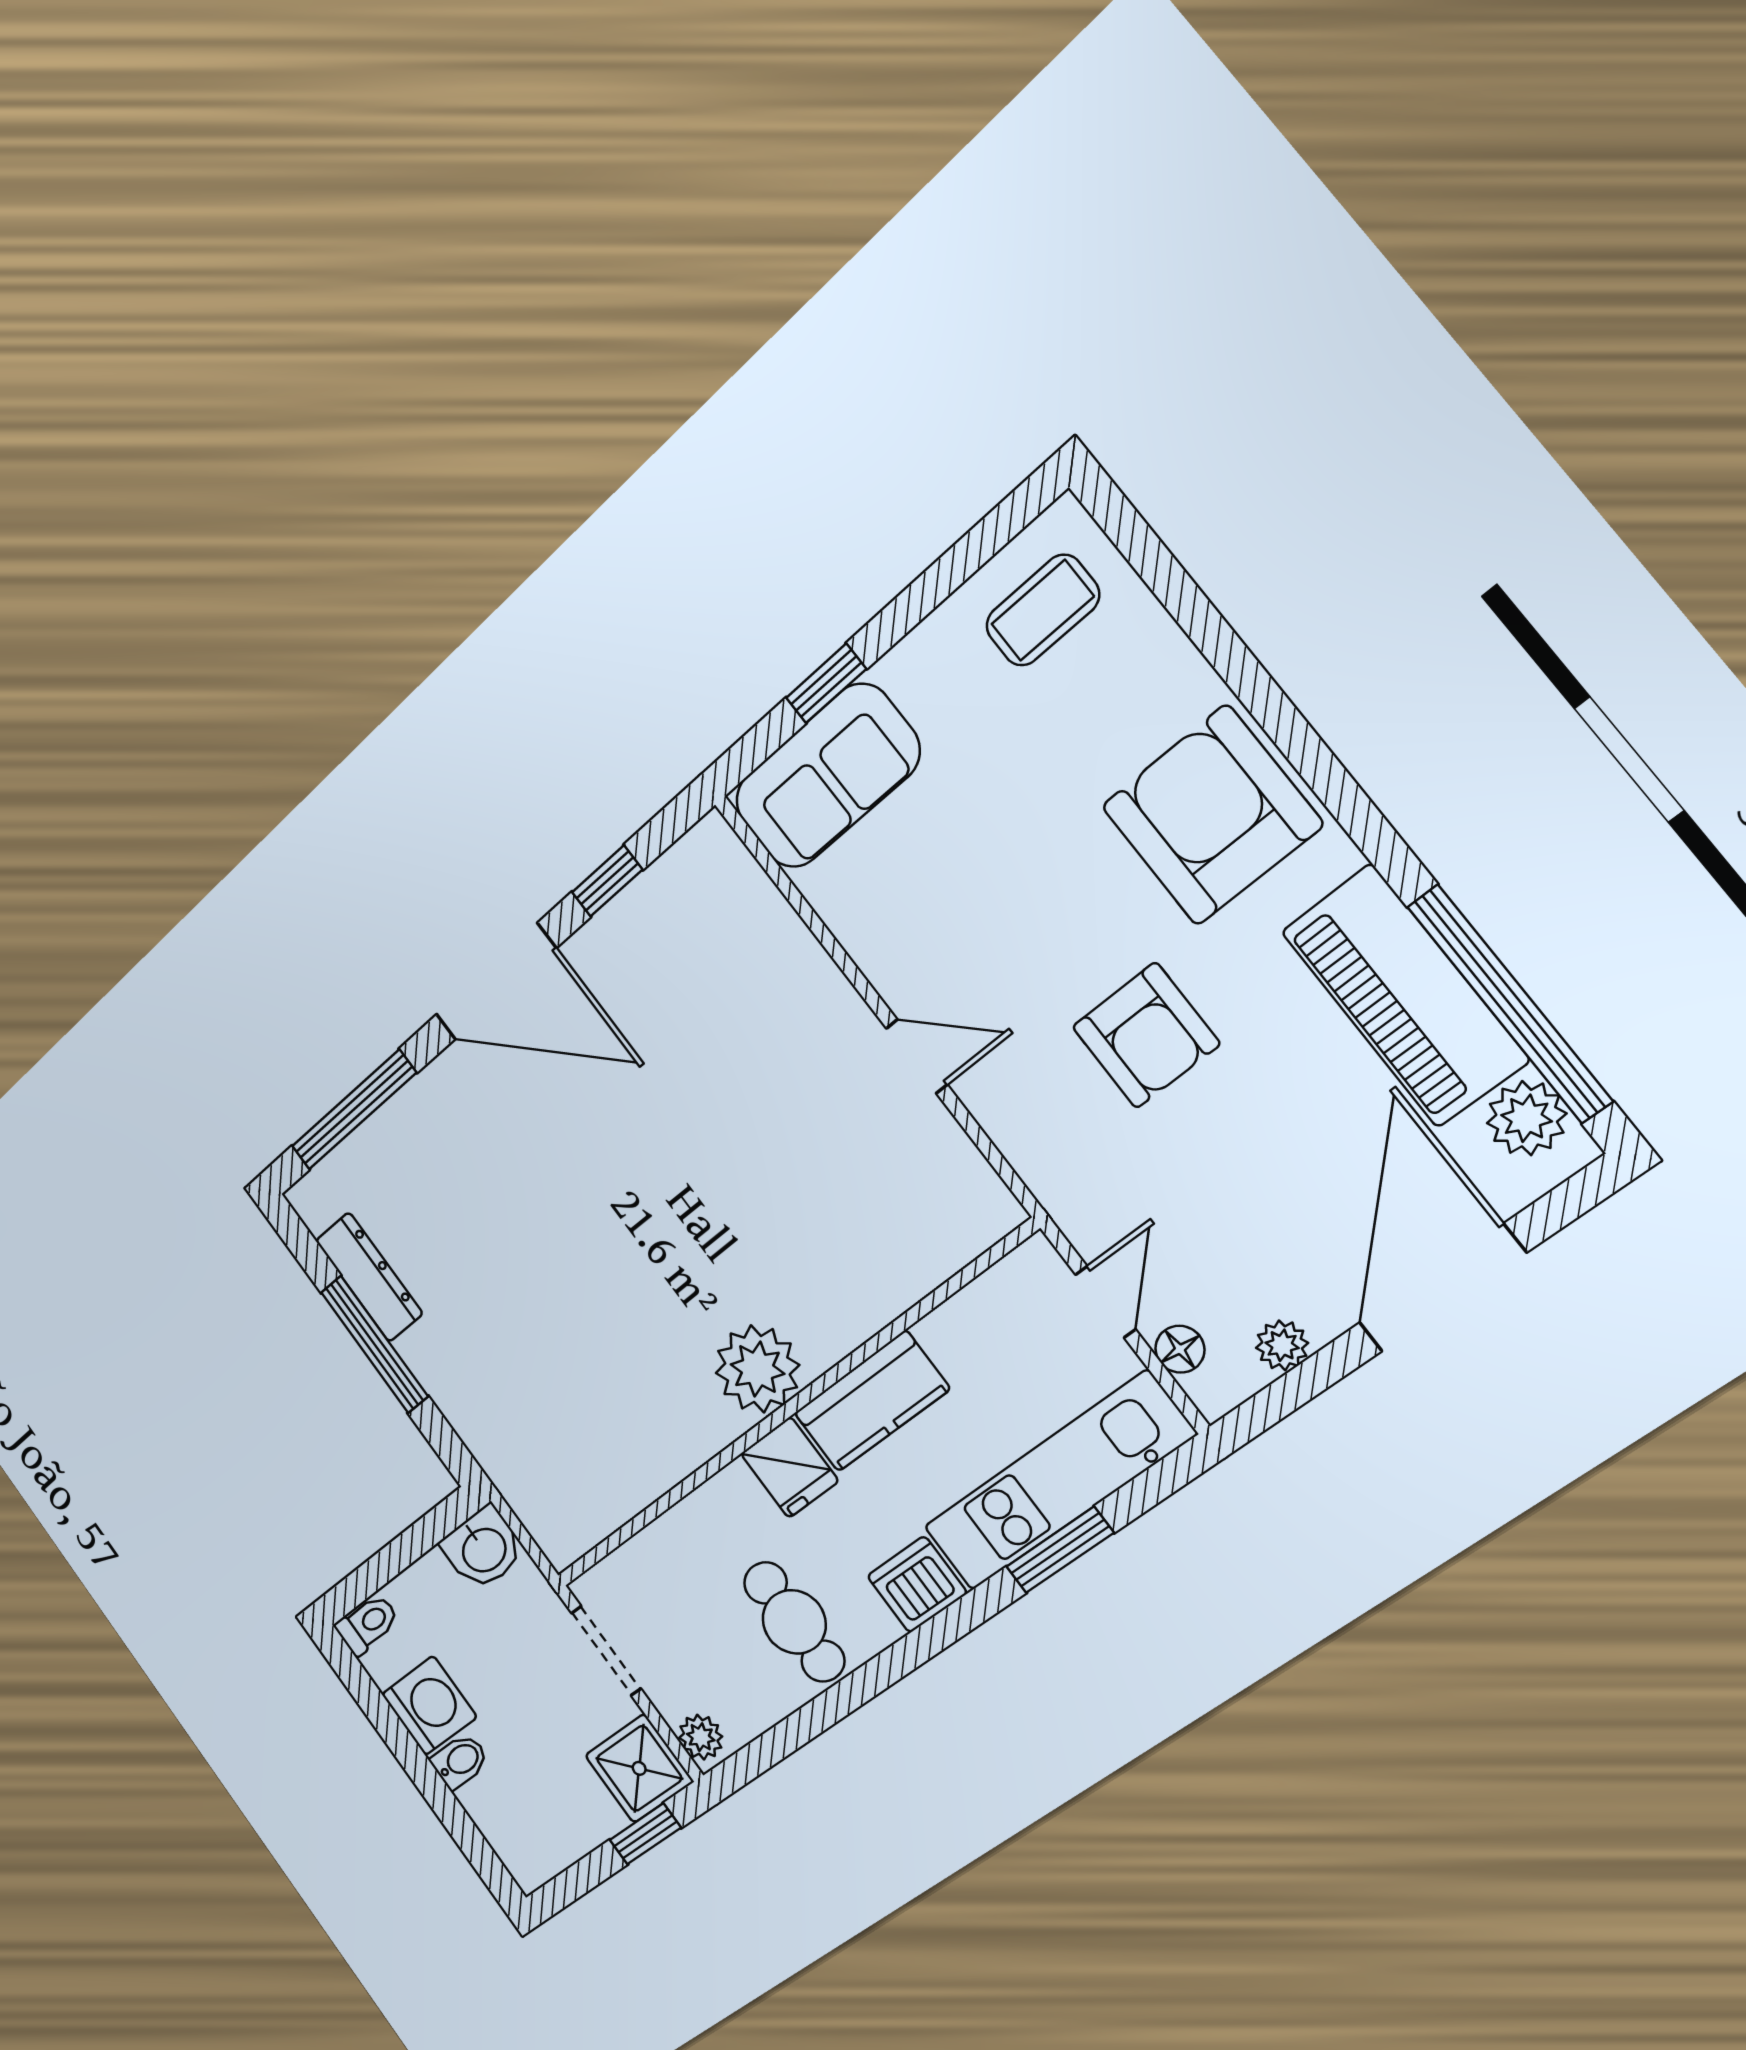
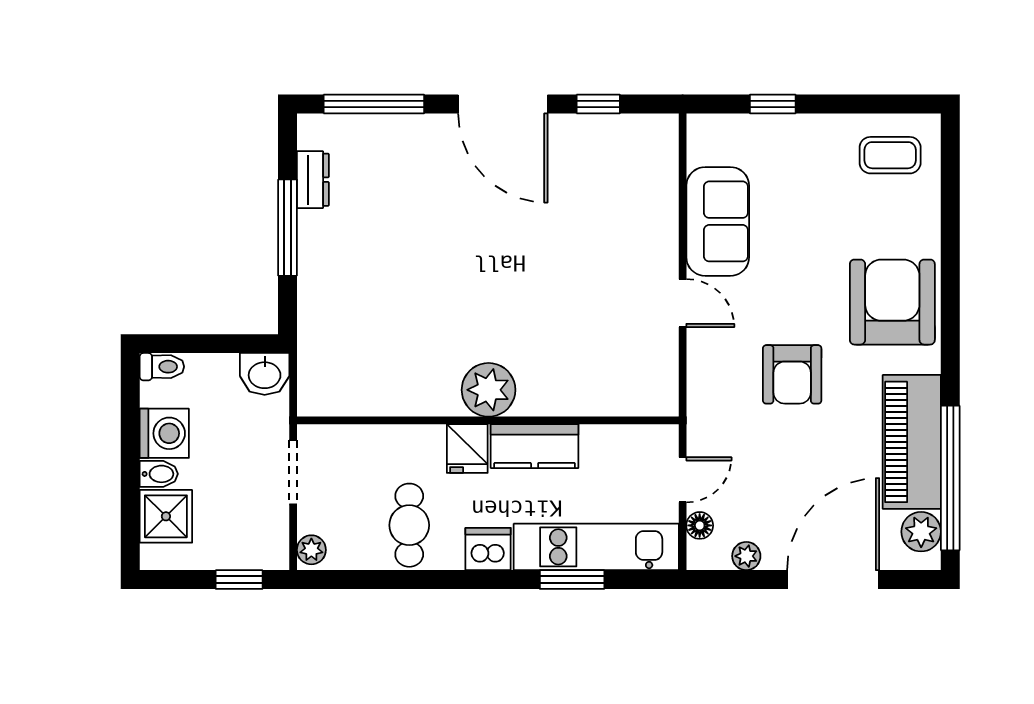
sofa: (827, 776) -> (718, 221), moved, turned -90
dresser: (369, 1277) -> (313, 180), width x0.70
shower: (639, 1768) -> (166, 516), moved

